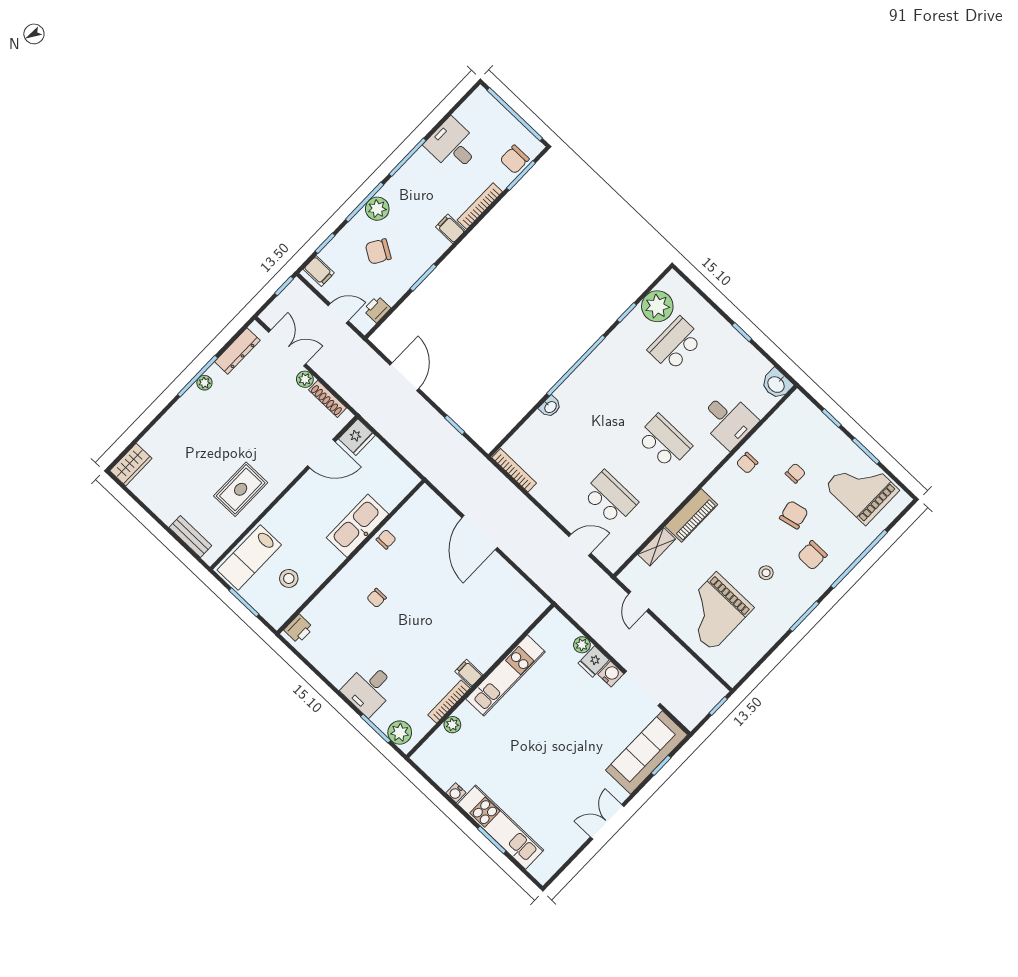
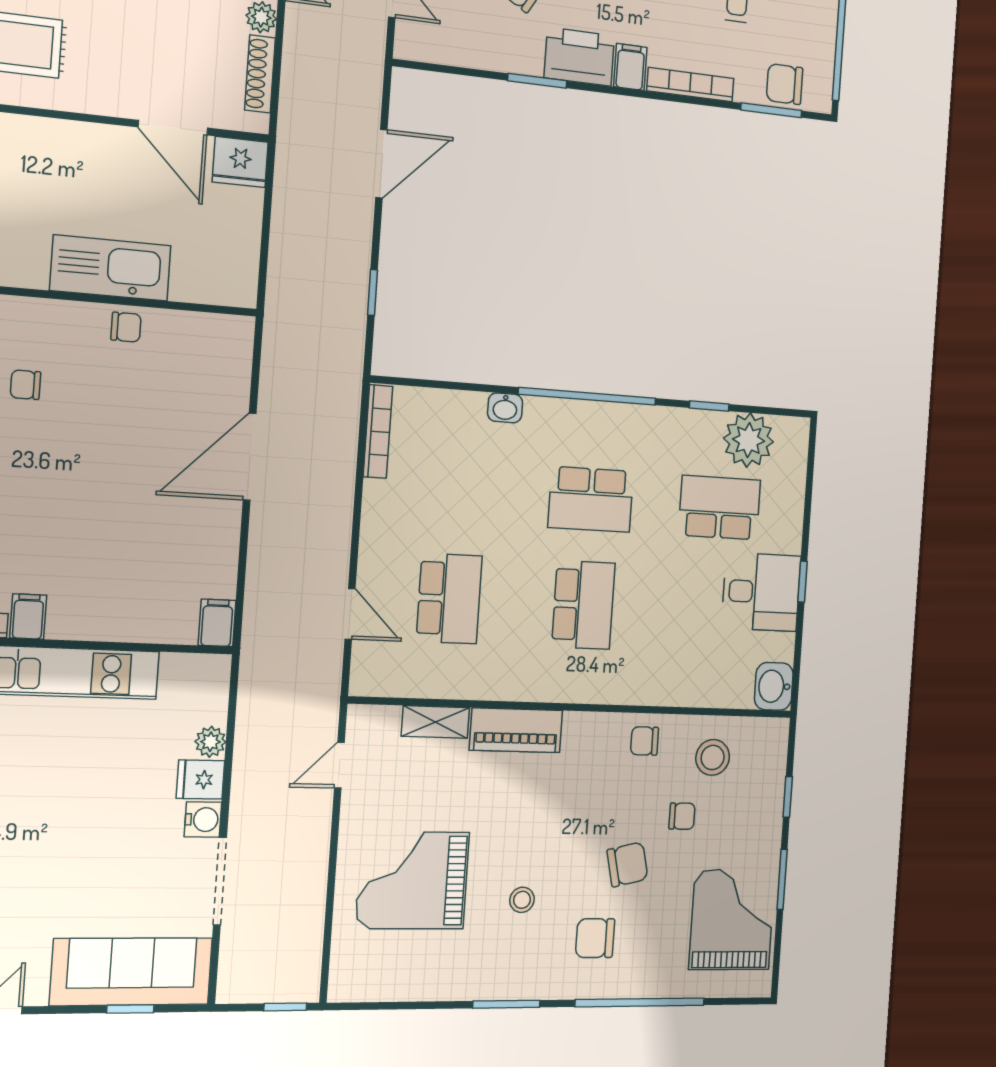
printer: (377, 309) -> (579, 57), moved, width x1.87, depth x1.48
school desk: (621, 401) -> (591, 499), added
desk: (728, 420) -> (761, 592), moved, turned -90
stool: (782, 438) -> (713, 757), added
filing cabinet: (536, 602) -> (217, 623), added

